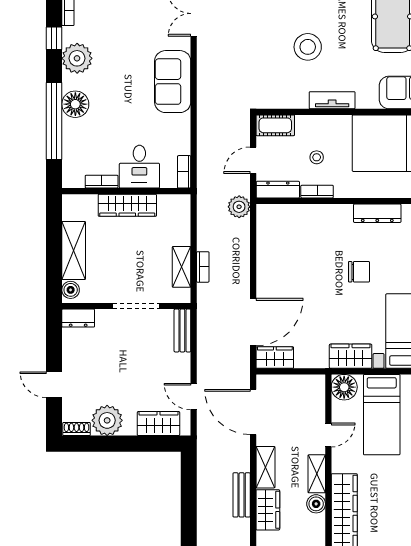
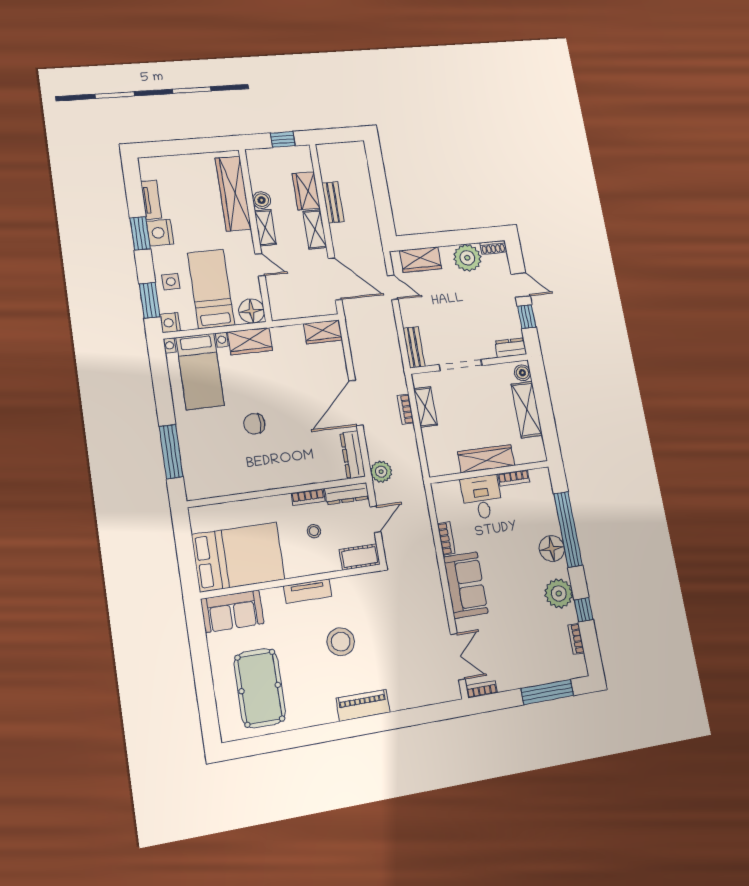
bookcase: (184, 172) -> (446, 538), moved
dresser: (377, 213) -> (353, 455), moved, turned -90
door: (253, 322) -> (356, 403), moved
window: (54, 349) -> (527, 317), added
door: (328, 435) -> (260, 265), swing flipped

